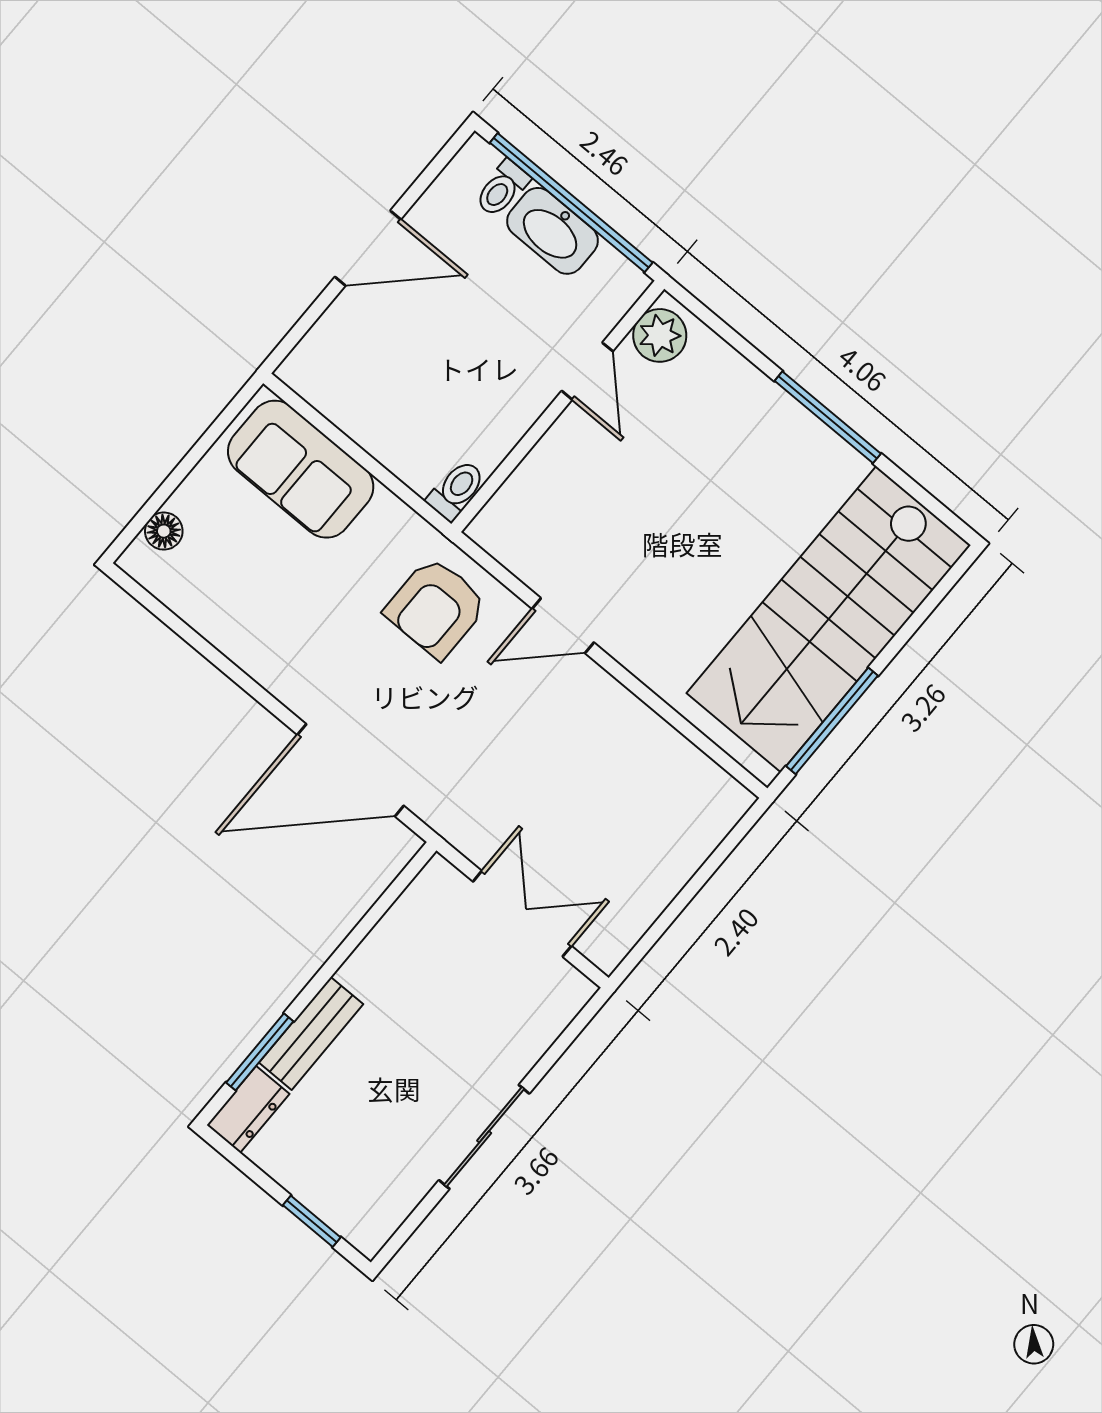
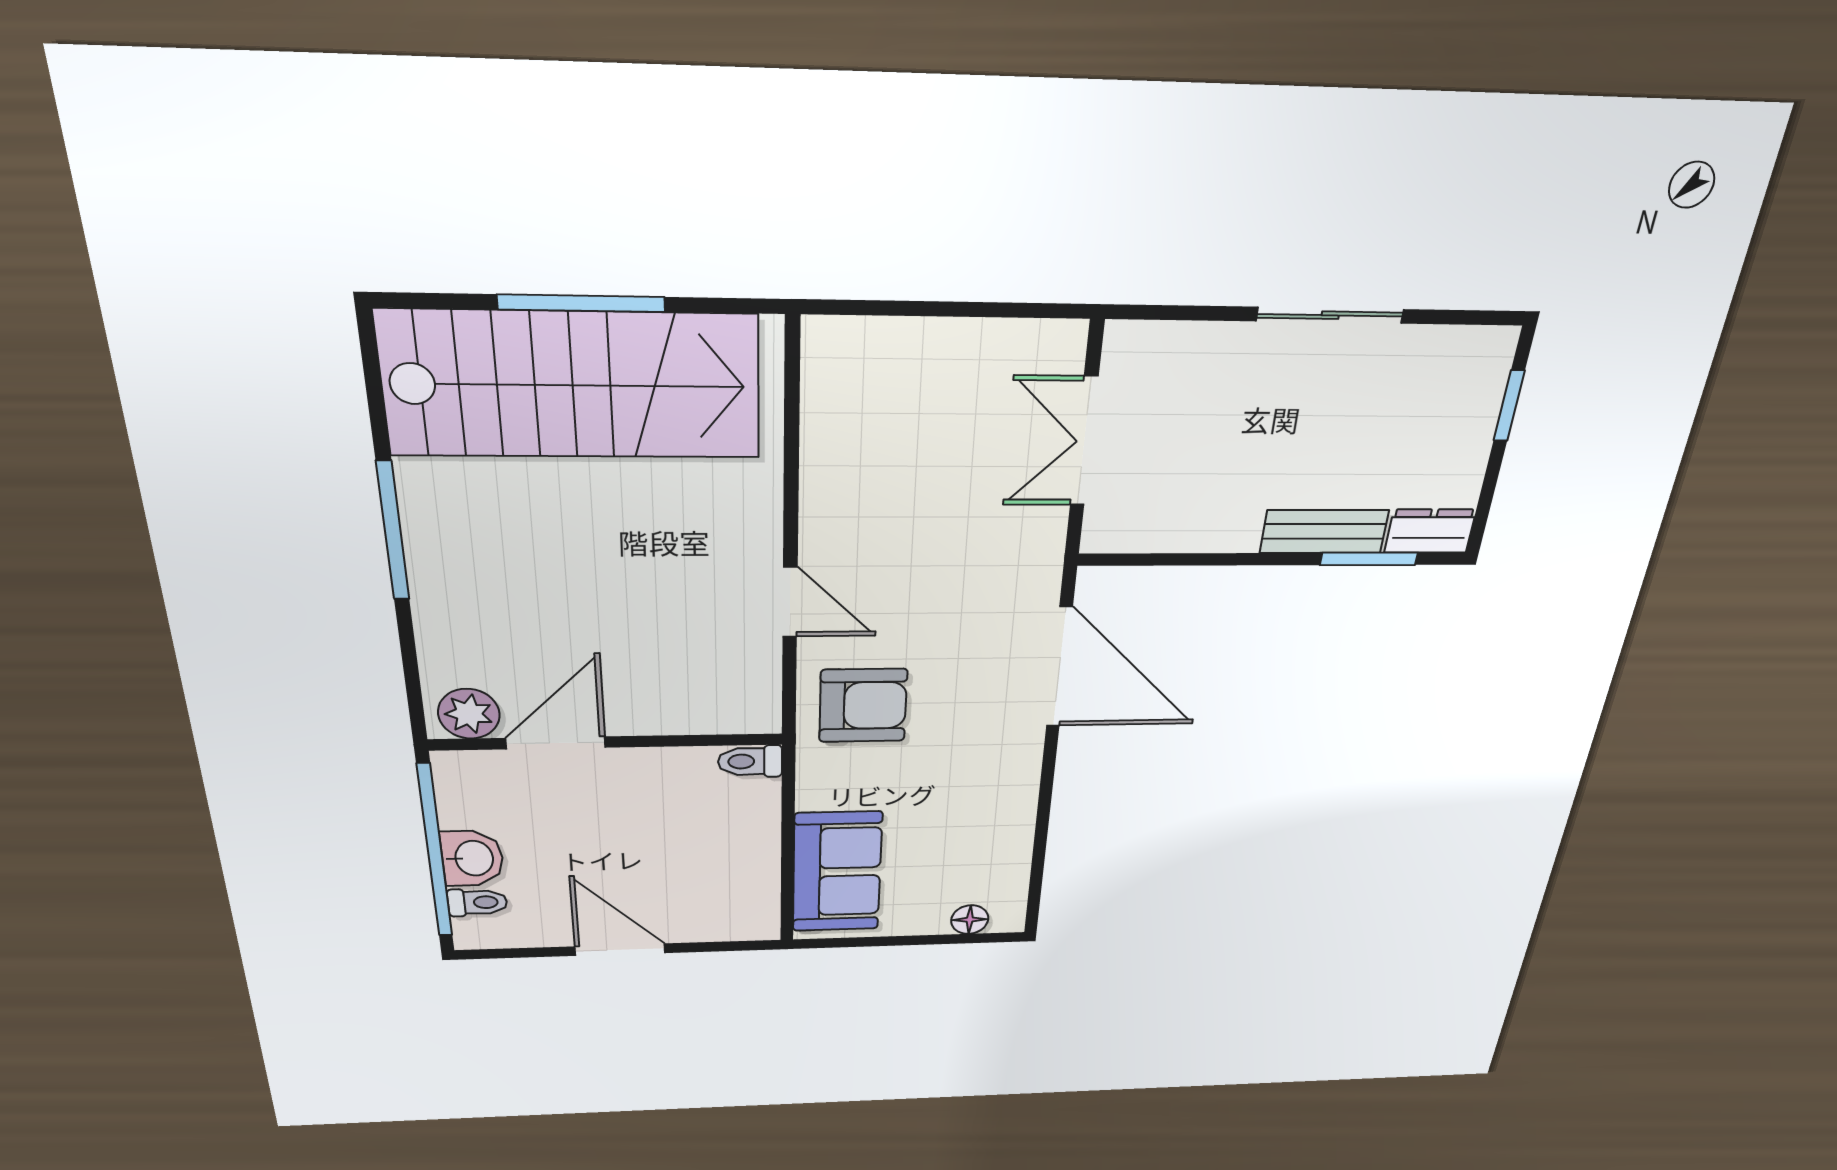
washbasin: (552, 231) -> (472, 858), width x0.72
door: (587, 371) -> (556, 743), width x1.37
window: (832, 721) -> (582, 303), moved

